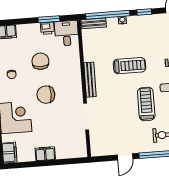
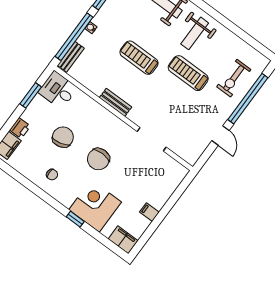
printer: (47, 28) -> (20, 128), moved
chair: (40, 61) -> (63, 137), turned 76
treadmill: (130, 66) -> (139, 58), turned -90
bench: (90, 80) -> (116, 102), width x0.73
filing cabinet: (45, 154) -> (149, 212), width x0.50

